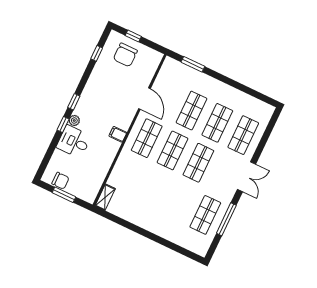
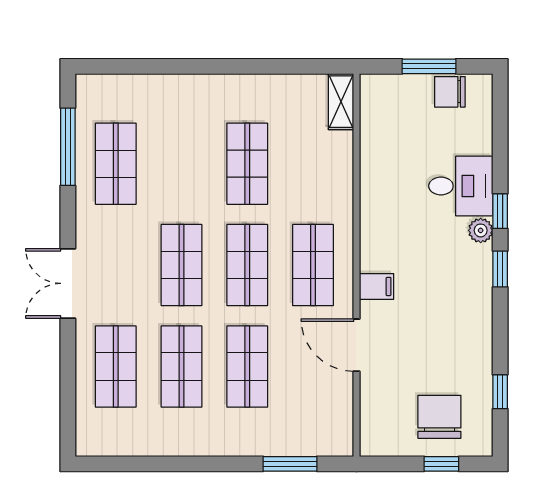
filing cabinet: (118, 134) -> (377, 286), moved
shop shelf: (154, 190) -> (247, 164), added
window: (226, 219) -> (68, 147), moved

